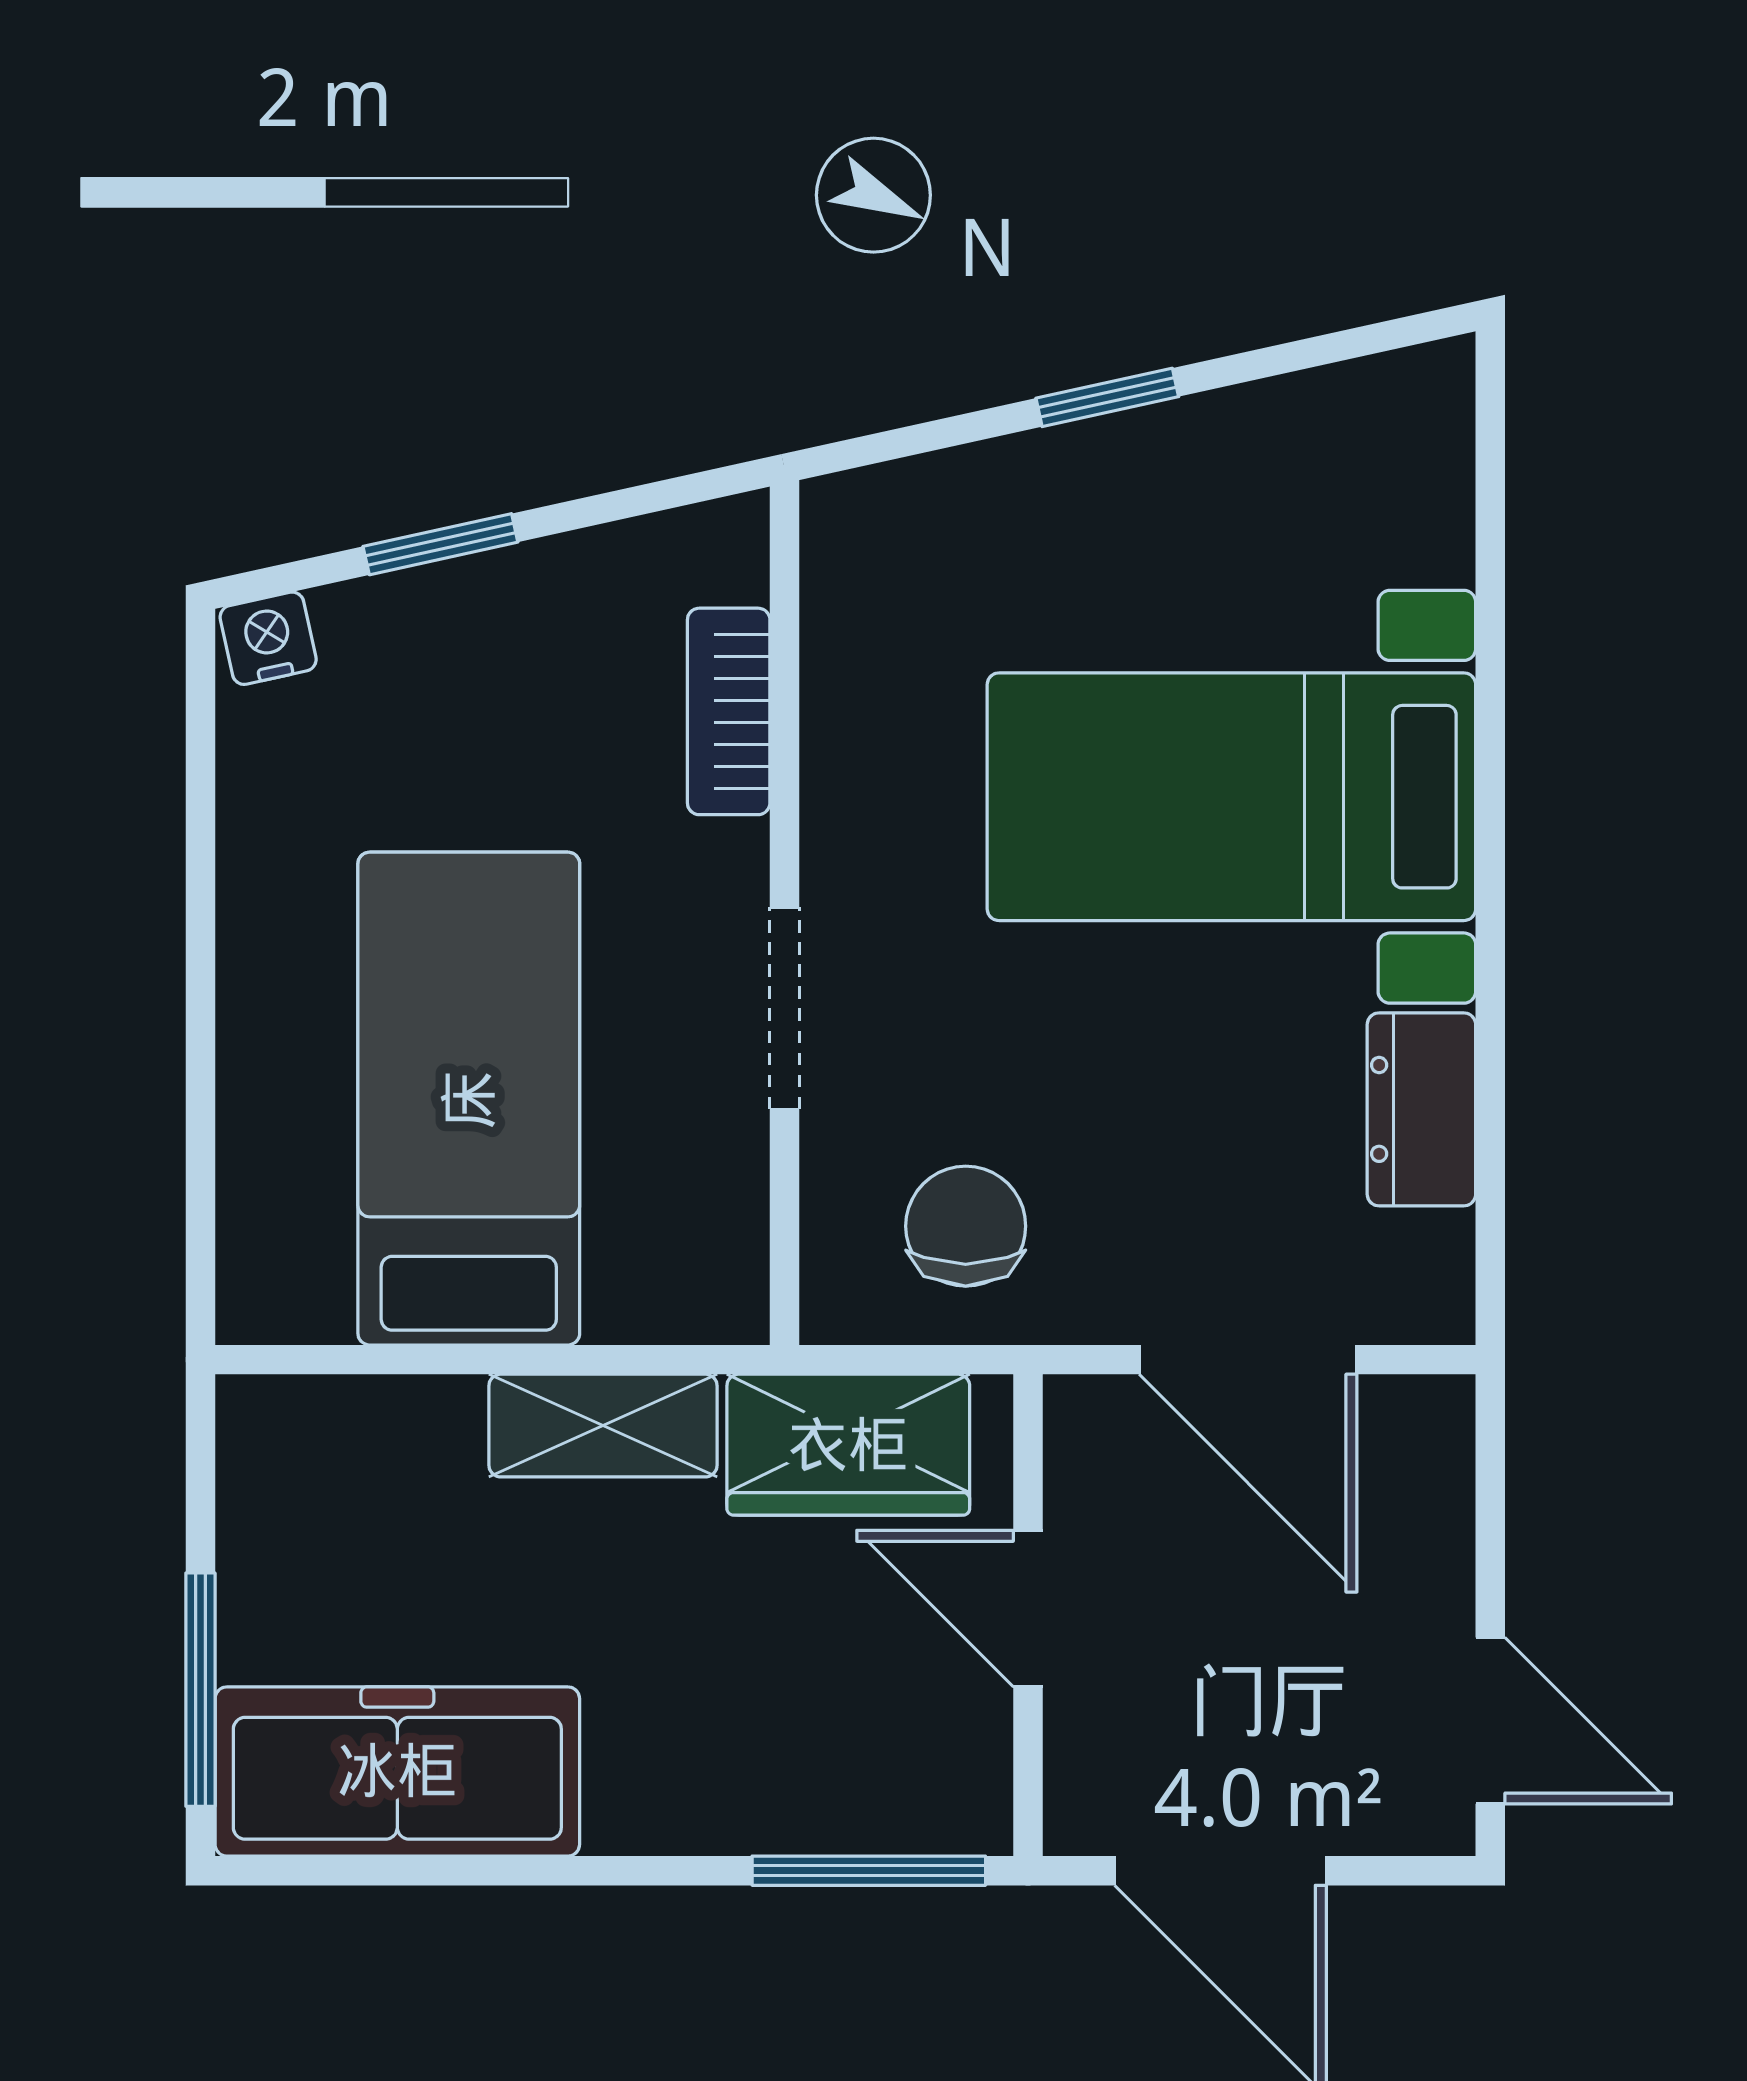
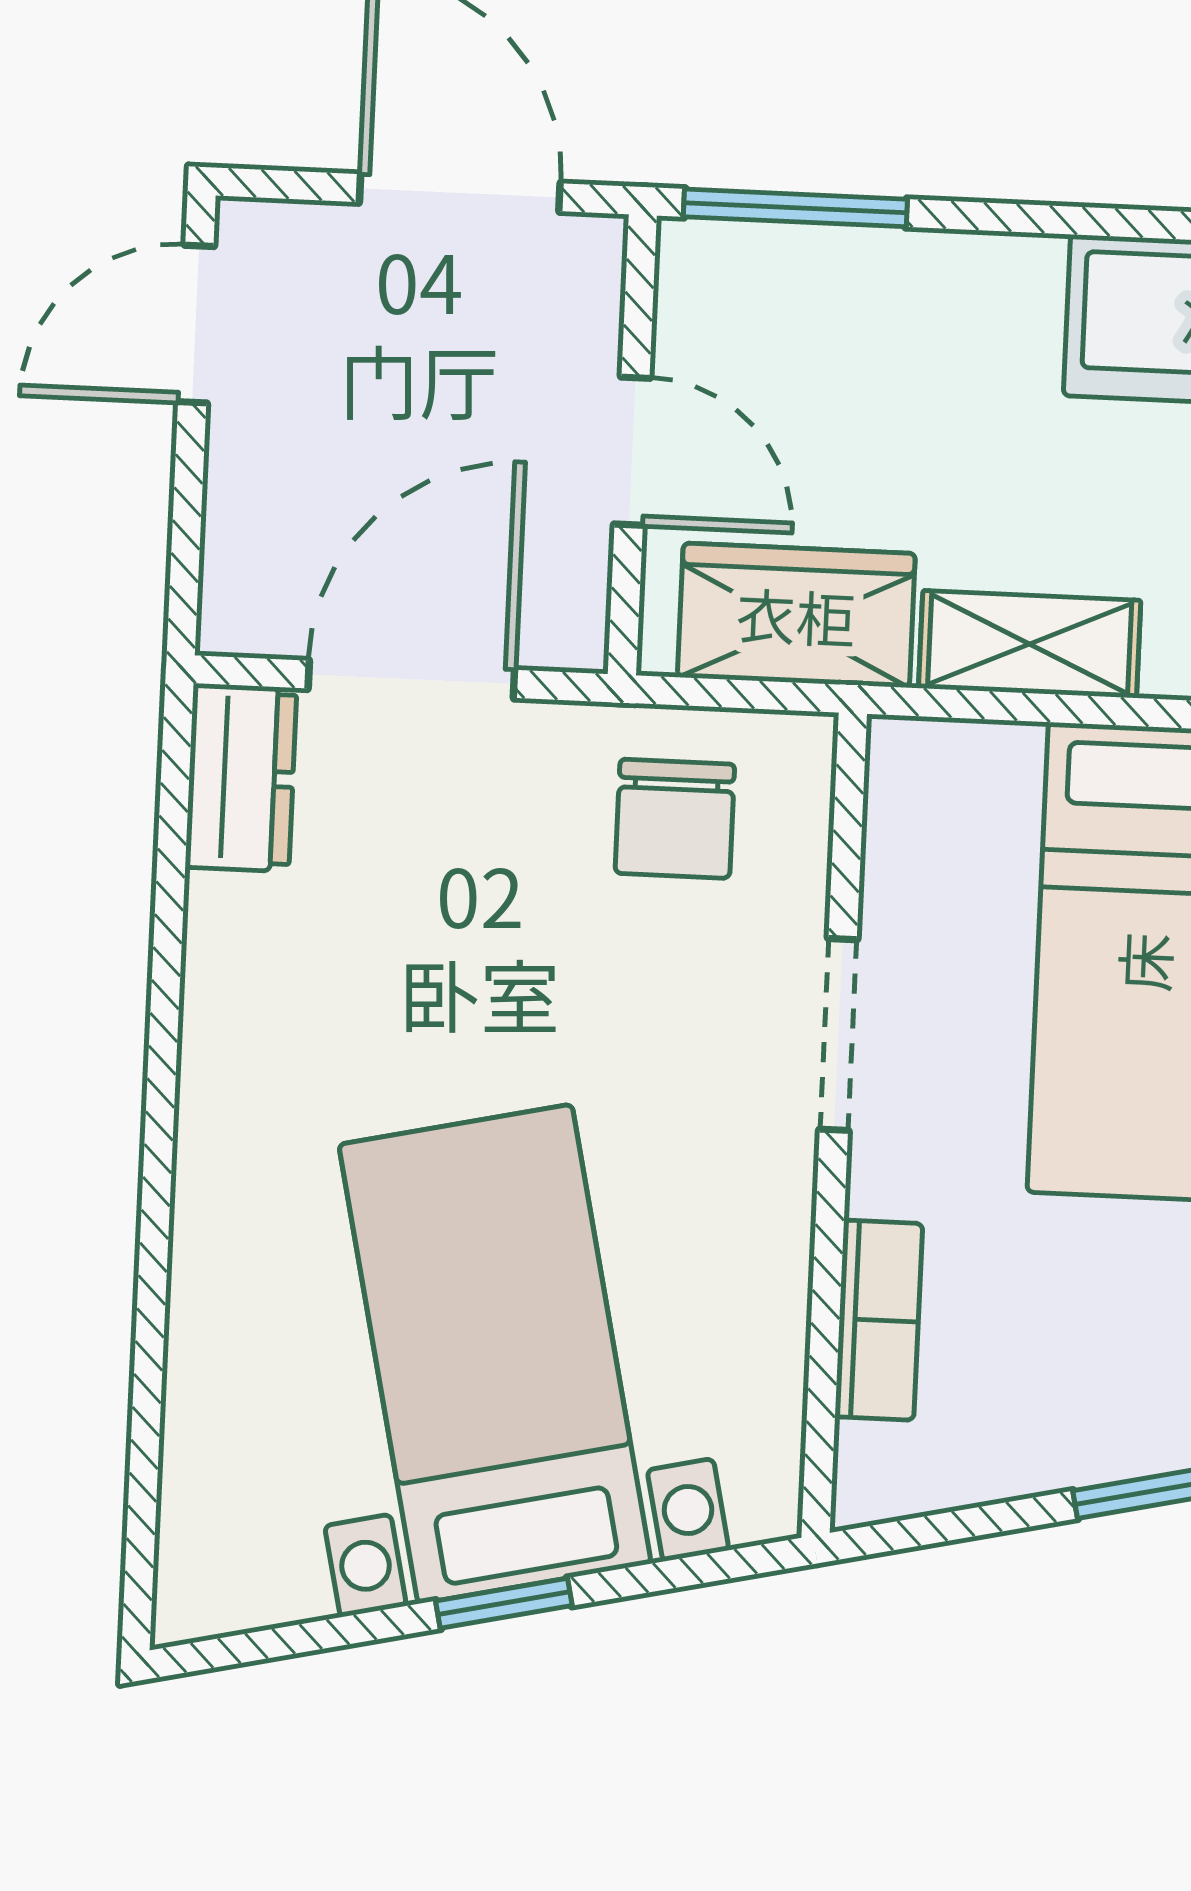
bed with nightstands: (1231, 797) -> (495, 1354), moved, turned -102
dresser: (1421, 1109) -> (241, 778), moved
door: (1248, 1360) -> (411, 679), hinge flipped
door: (1490, 1721) -> (196, 324), hinge flipped

